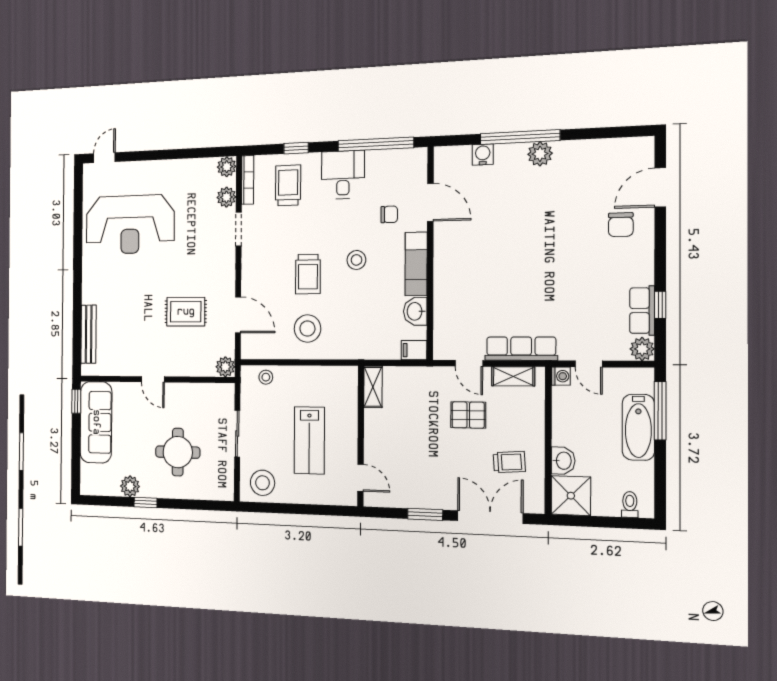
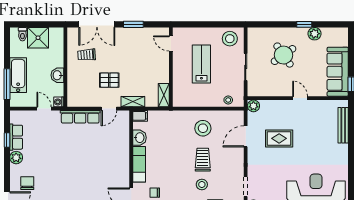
stool: (356, 260) -> (202, 184), moved
door: (238, 315) -> (246, 136), hinge flipped
plant: (642, 349) -> (16, 158), moved
door: (469, 363) -> (109, 109), swing flipped
shelving: (513, 376) -> (133, 102), moved
round table: (178, 452) -> (283, 55), turned -35
washbasin: (563, 461) -> (57, 75), moved
shower: (571, 496) -> (38, 38), moved

